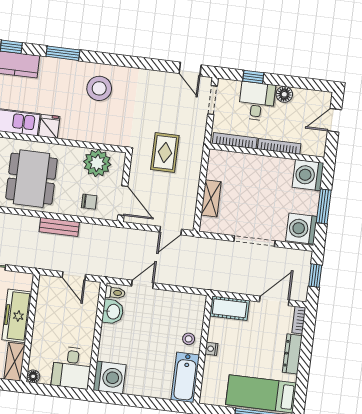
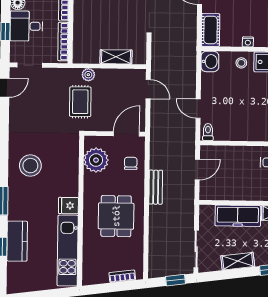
rug: (165, 153) -> (80, 102), turned 90
plant: (194, 165) -> (88, 75), added
dining table: (32, 179) -> (116, 216), width x0.73
washbasin: (113, 312) -> (210, 61), moved, turned 90

